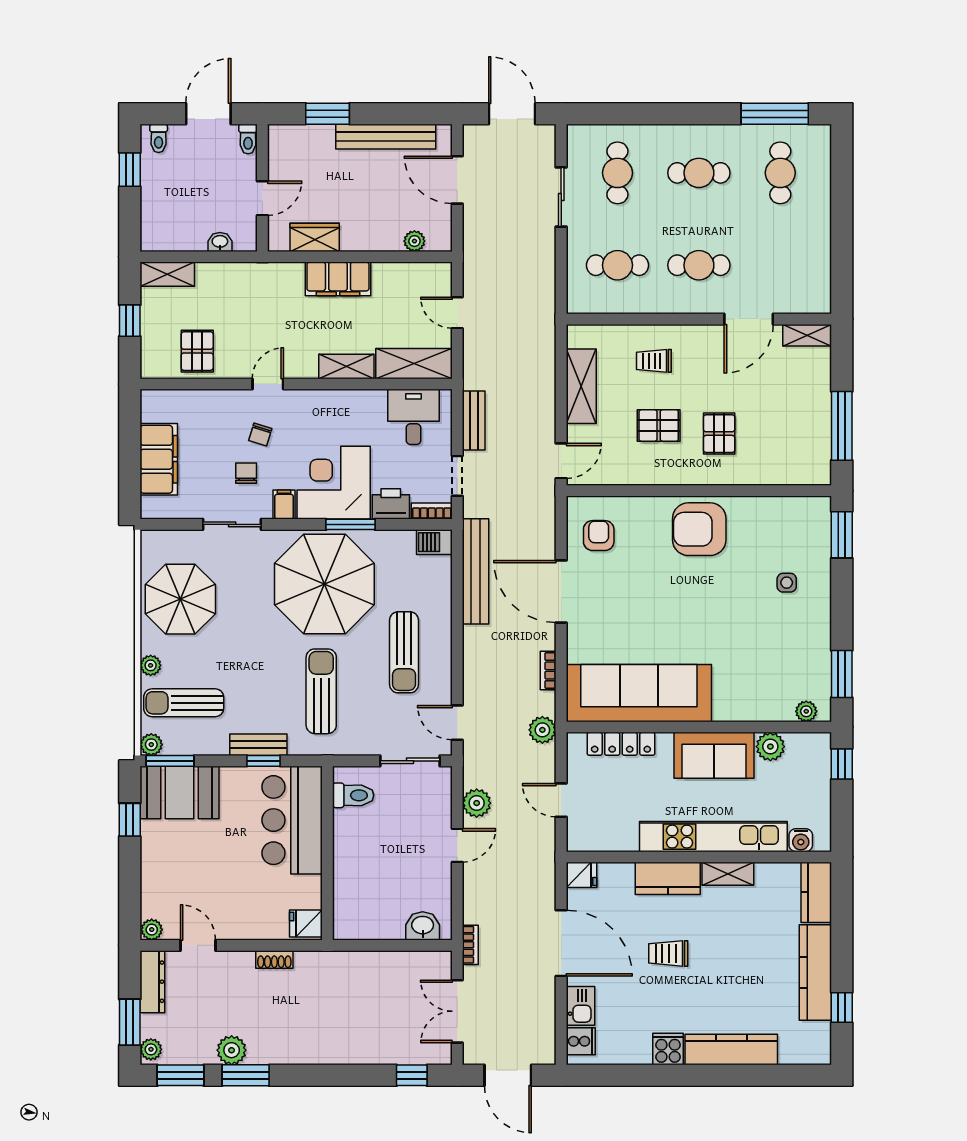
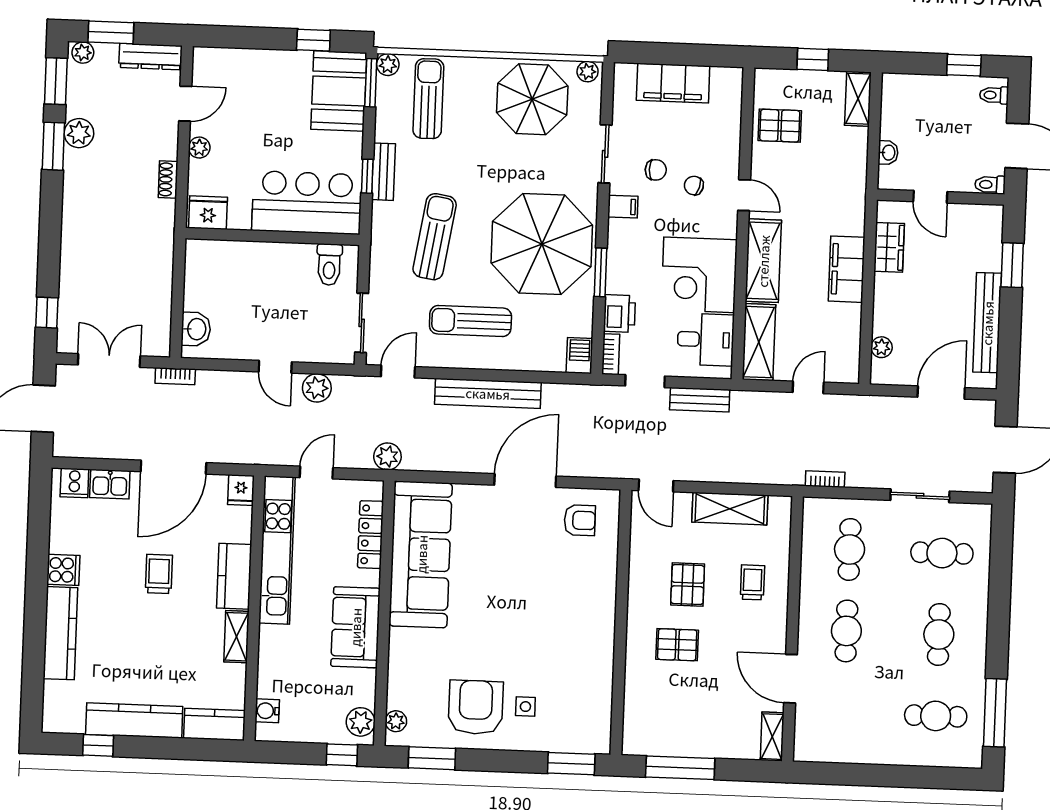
shelving: (346, 366) -> (763, 261), width x1.50, depth x1.33
corner desk: (334, 483) -> (699, 275), moved, turned 180
armchair: (699, 529) -> (476, 707), moved
bench: (476, 571) -> (488, 393), moved
plant: (151, 665) -> (588, 72), moved
bookcase: (548, 670) -> (825, 479), moved
sun lounger: (321, 691) -> (435, 237), turned -81
plant: (770, 747) -> (361, 722), moved
kitchen unit: (713, 837) -> (277, 550), moved
fridge: (306, 924) -> (208, 213), width x1.38
plant: (152, 930) -> (199, 148), moved

